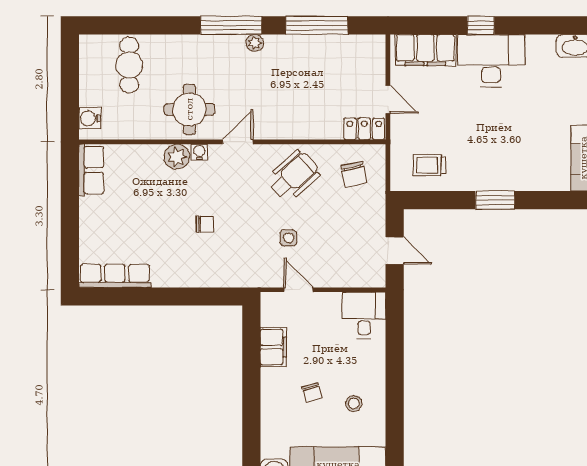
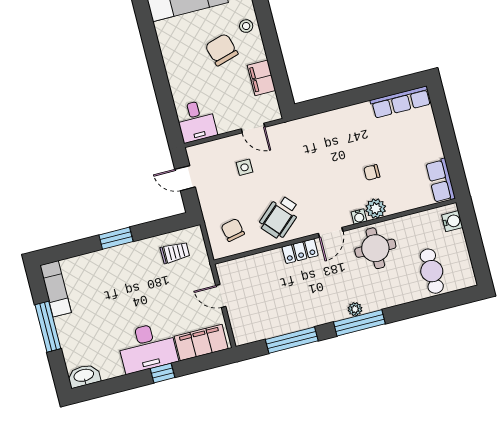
plant: (255, 43) -> (355, 309), moved
locker: (364, 129) -> (300, 251), moved
chair: (205, 224) -> (372, 172), moved
side table: (289, 238) -> (245, 167), moved
chair: (312, 393) -> (222, 50), width x1.87, depth x1.87
stool: (354, 404) -> (246, 26), moved

